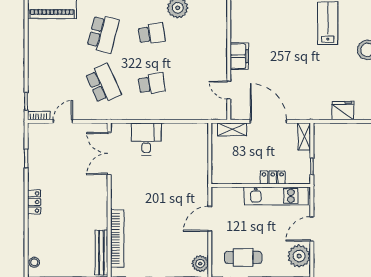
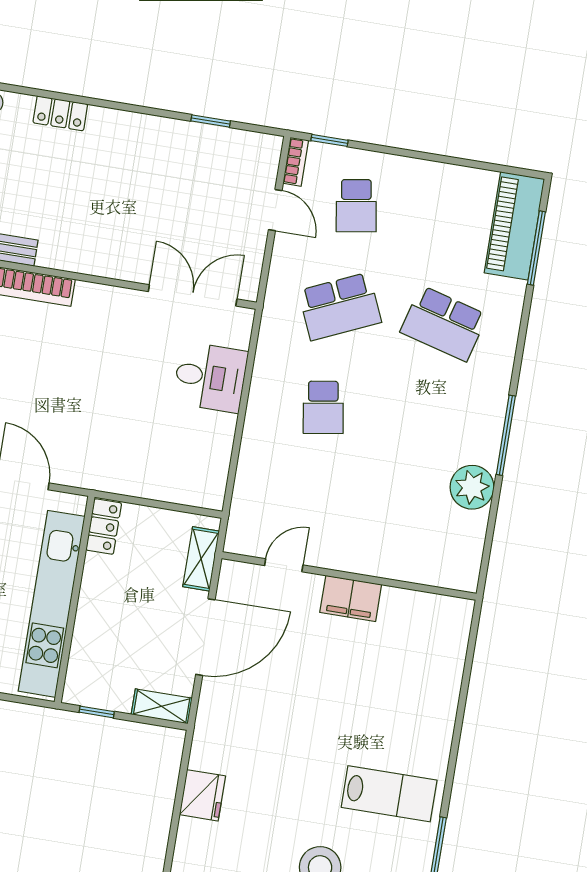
school desk: (152, 34) -> (356, 206), moved
locker: (273, 177) -> (104, 526), moved
kitchen unit: (276, 196) -> (52, 604), width x1.36
locker: (34, 202) -> (60, 113), moved

